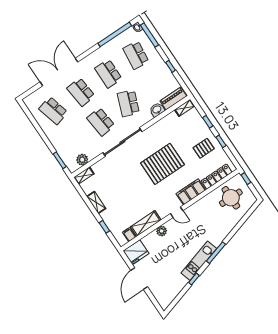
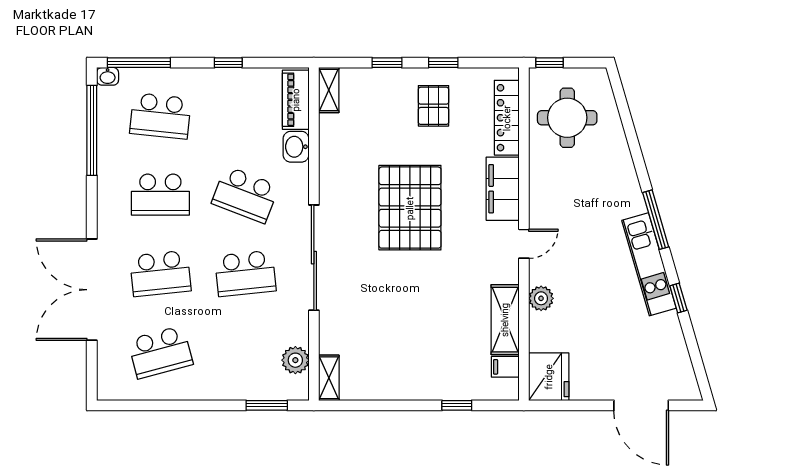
shelving: (96, 203) -> (398, 389), removed
door: (139, 279) -> (641, 405), moved

